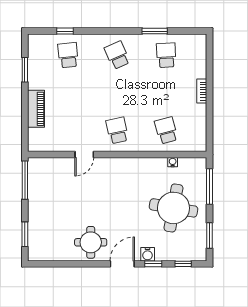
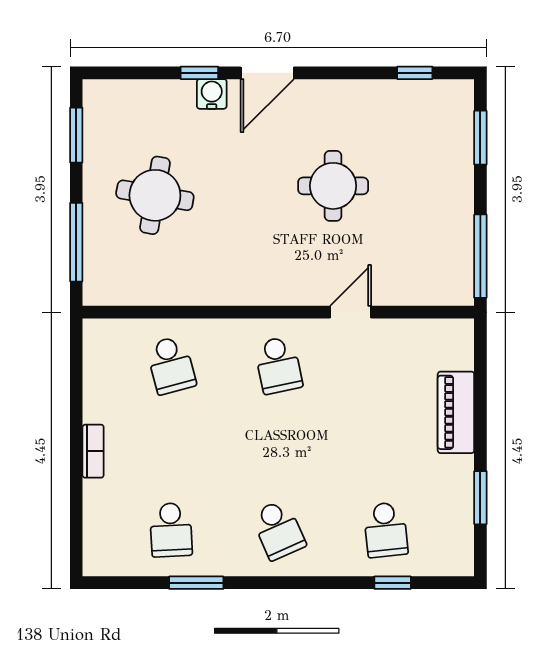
water cooler: (173, 162) -> (157, 296), removed
round table: (173, 208) -> (155, 195), width x0.73, depth x0.73
round table: (91, 242) -> (333, 186), moved
window: (183, 264) -> (415, 73), moved

